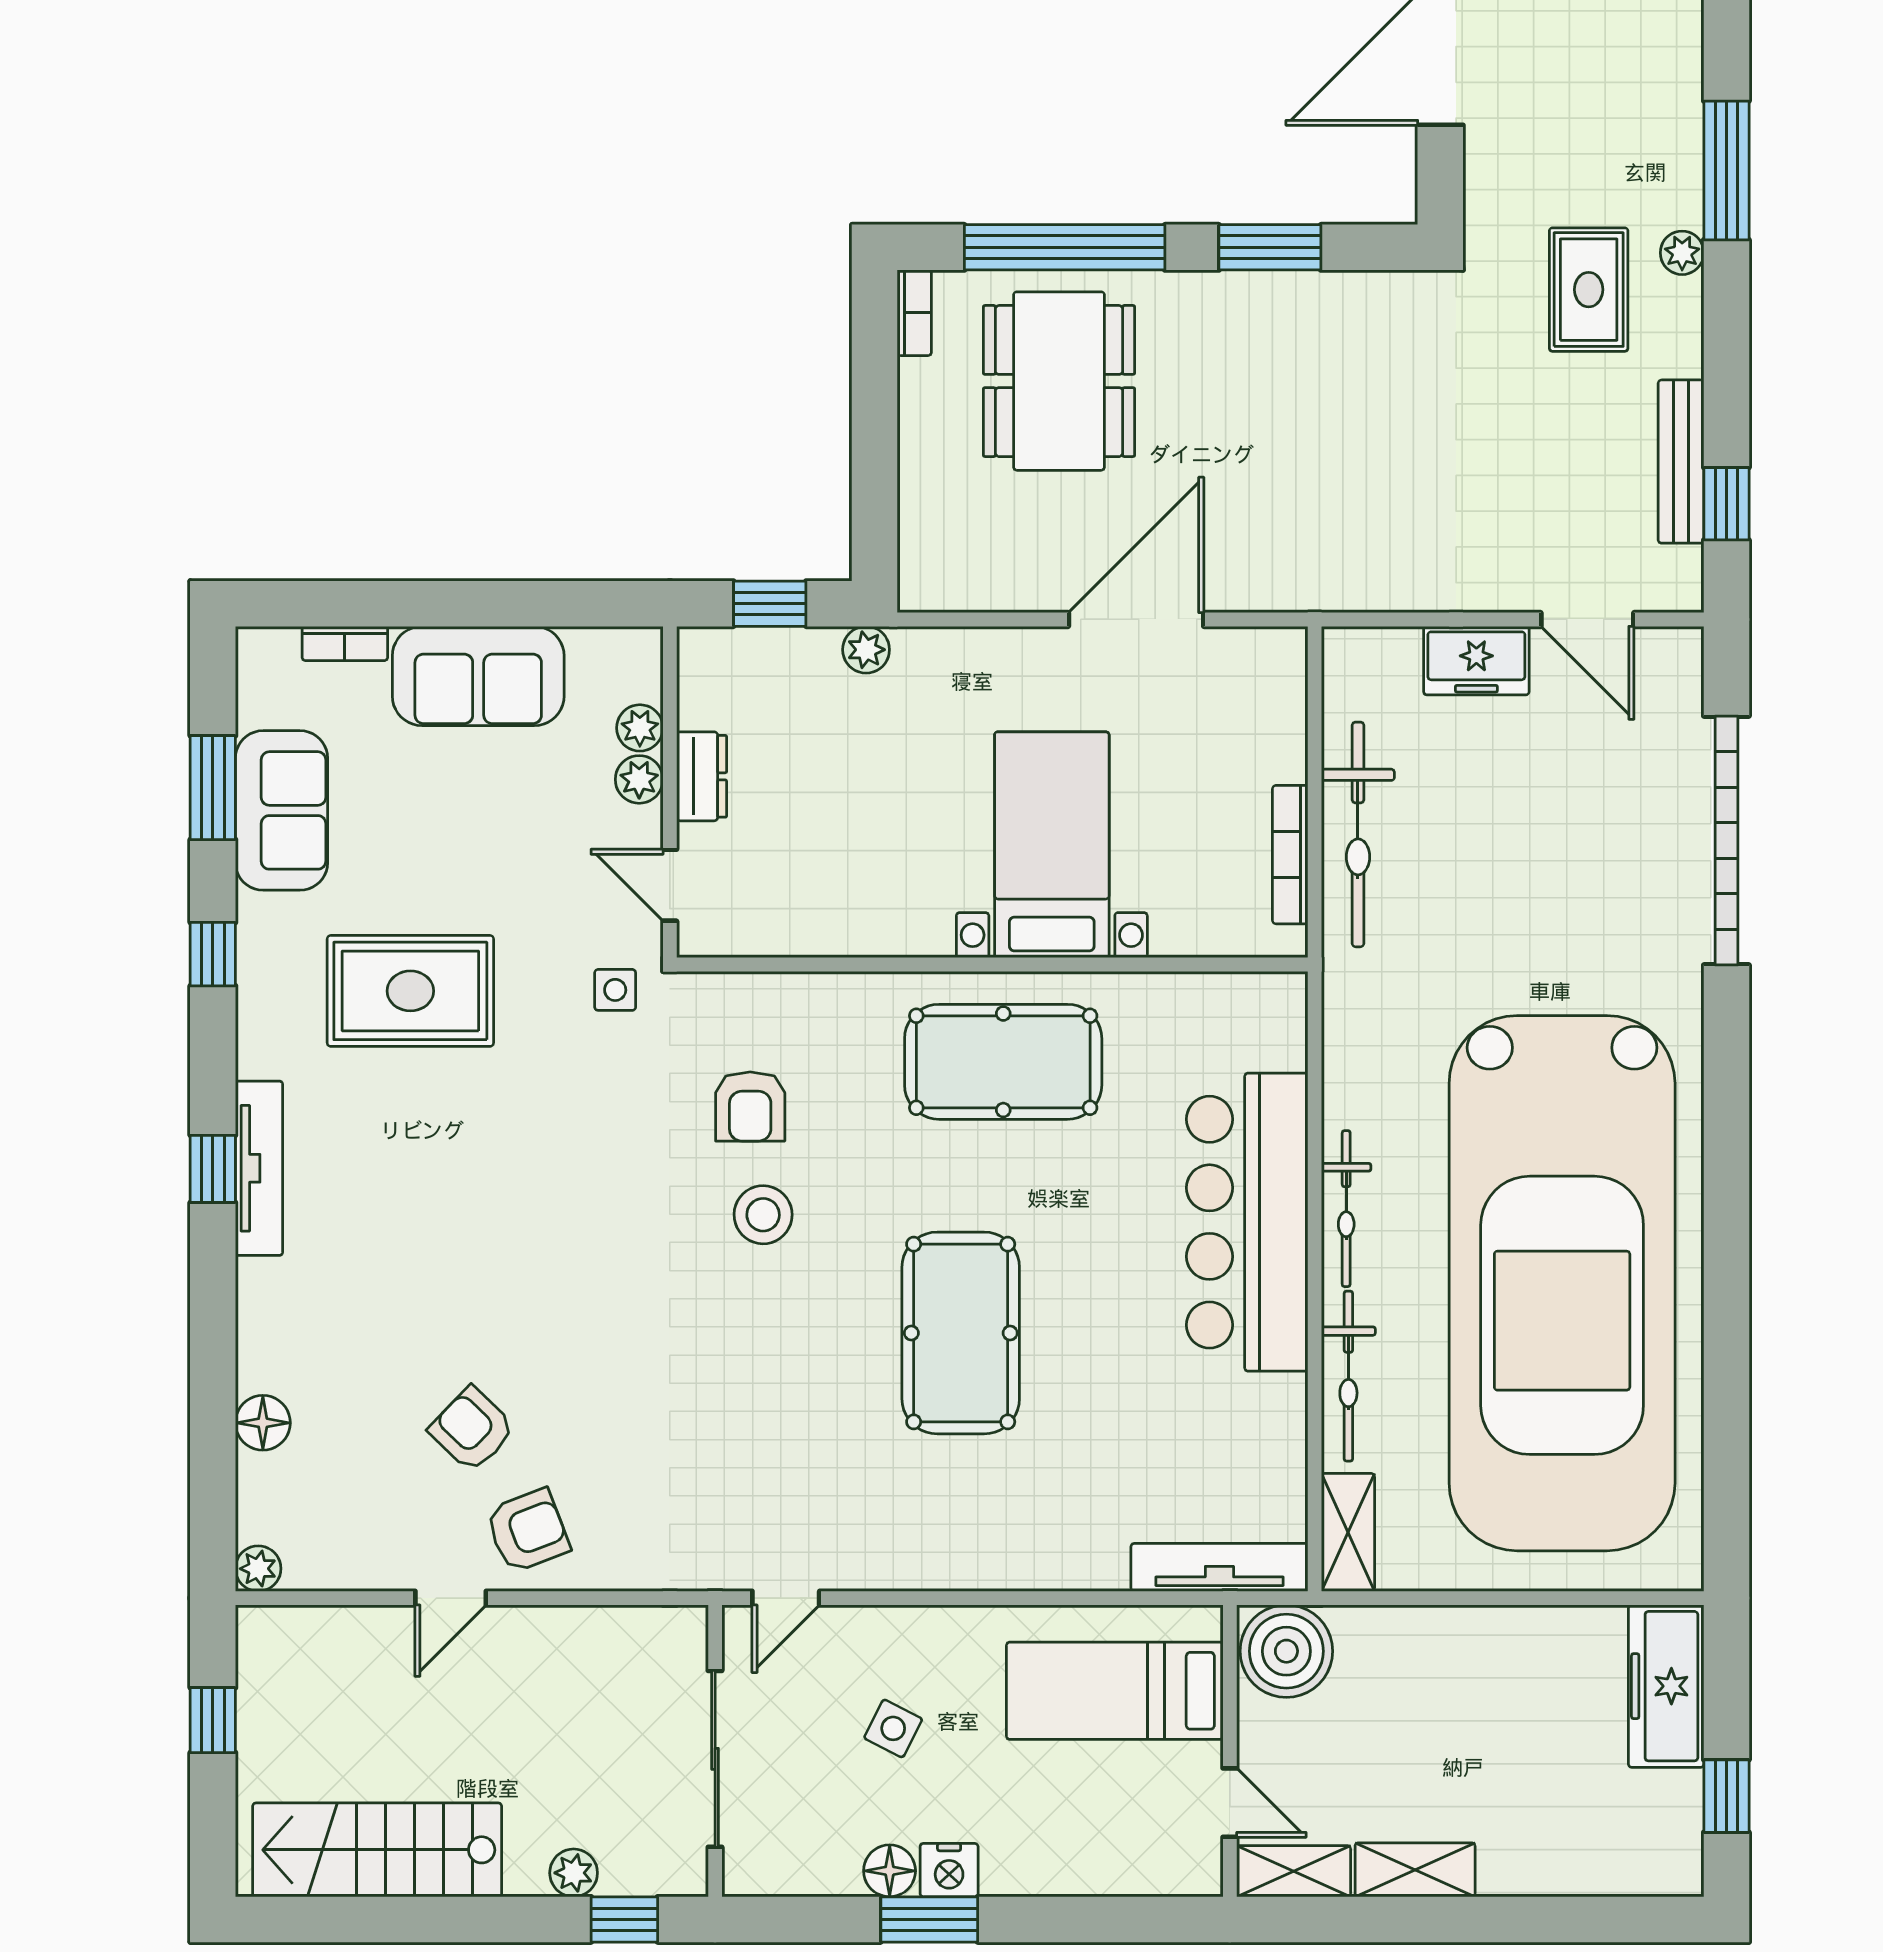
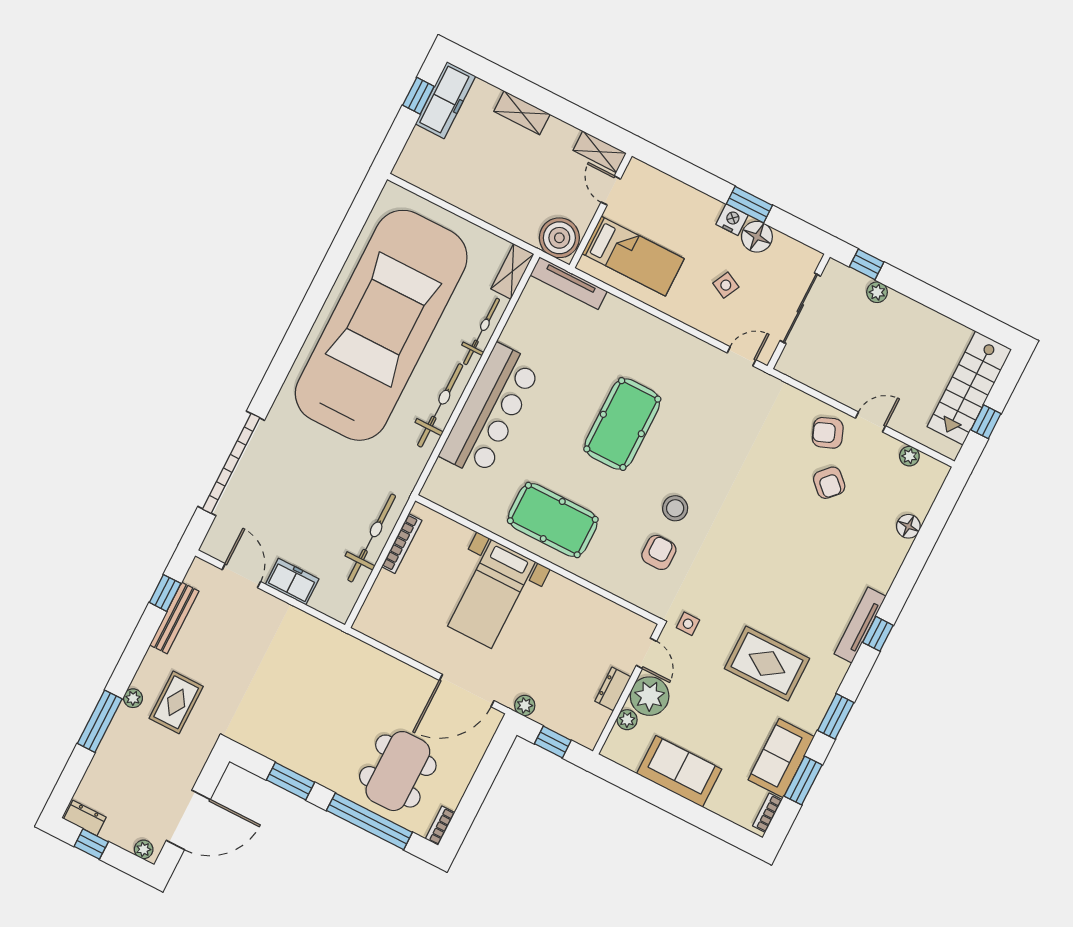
door: (1136, 619) -> (467, 691), moved
bookcase: (345, 643) -> (767, 813), moved, turned -90
plant: (639, 779) -> (650, 696), width x1.87, depth x1.87
window: (213, 954) -> (836, 716), width x1.50
bicycle: (1346, 1209) -> (440, 405), width x1.37, depth x1.40
plant: (258, 1569) -> (909, 456), moved
freezer: (1666, 1686) -> (445, 100), moved
stairs: (377, 1850) -> (969, 388), moved, turned 90
shelving: (1415, 1870) -> (522, 113), moved
floor lamp: (890, 1871) -> (757, 237), width x1.38, depth x1.38

